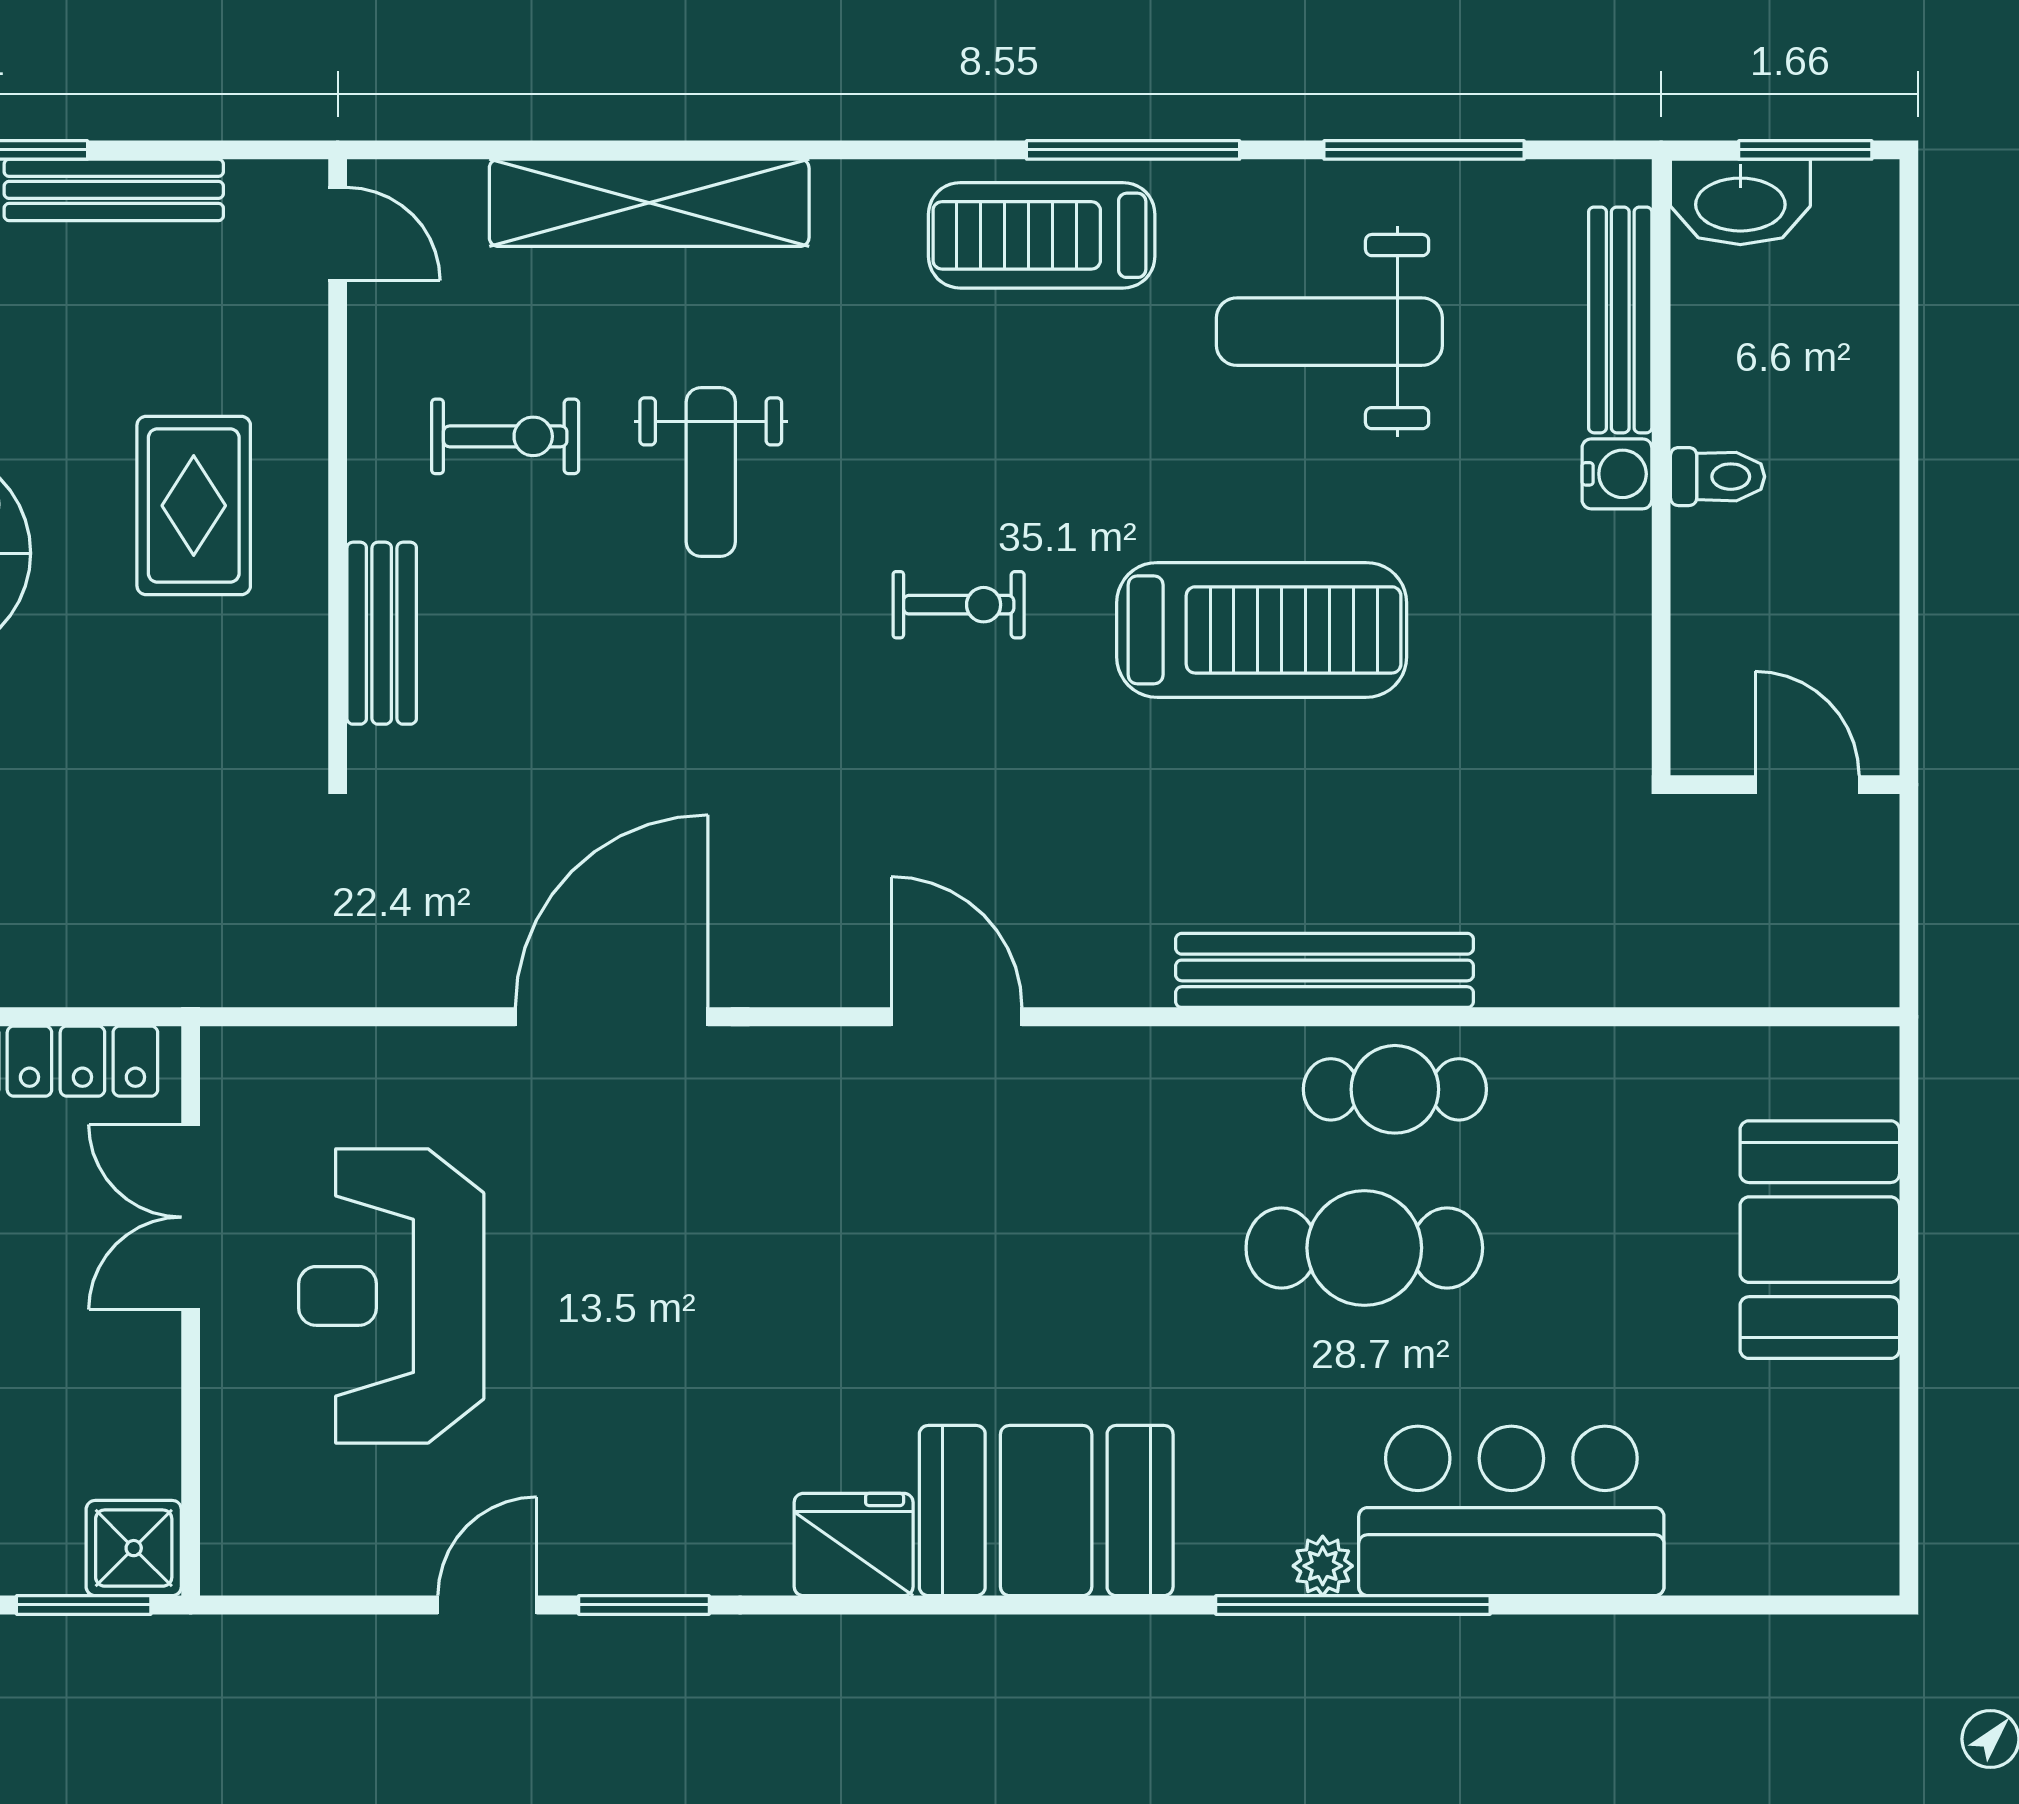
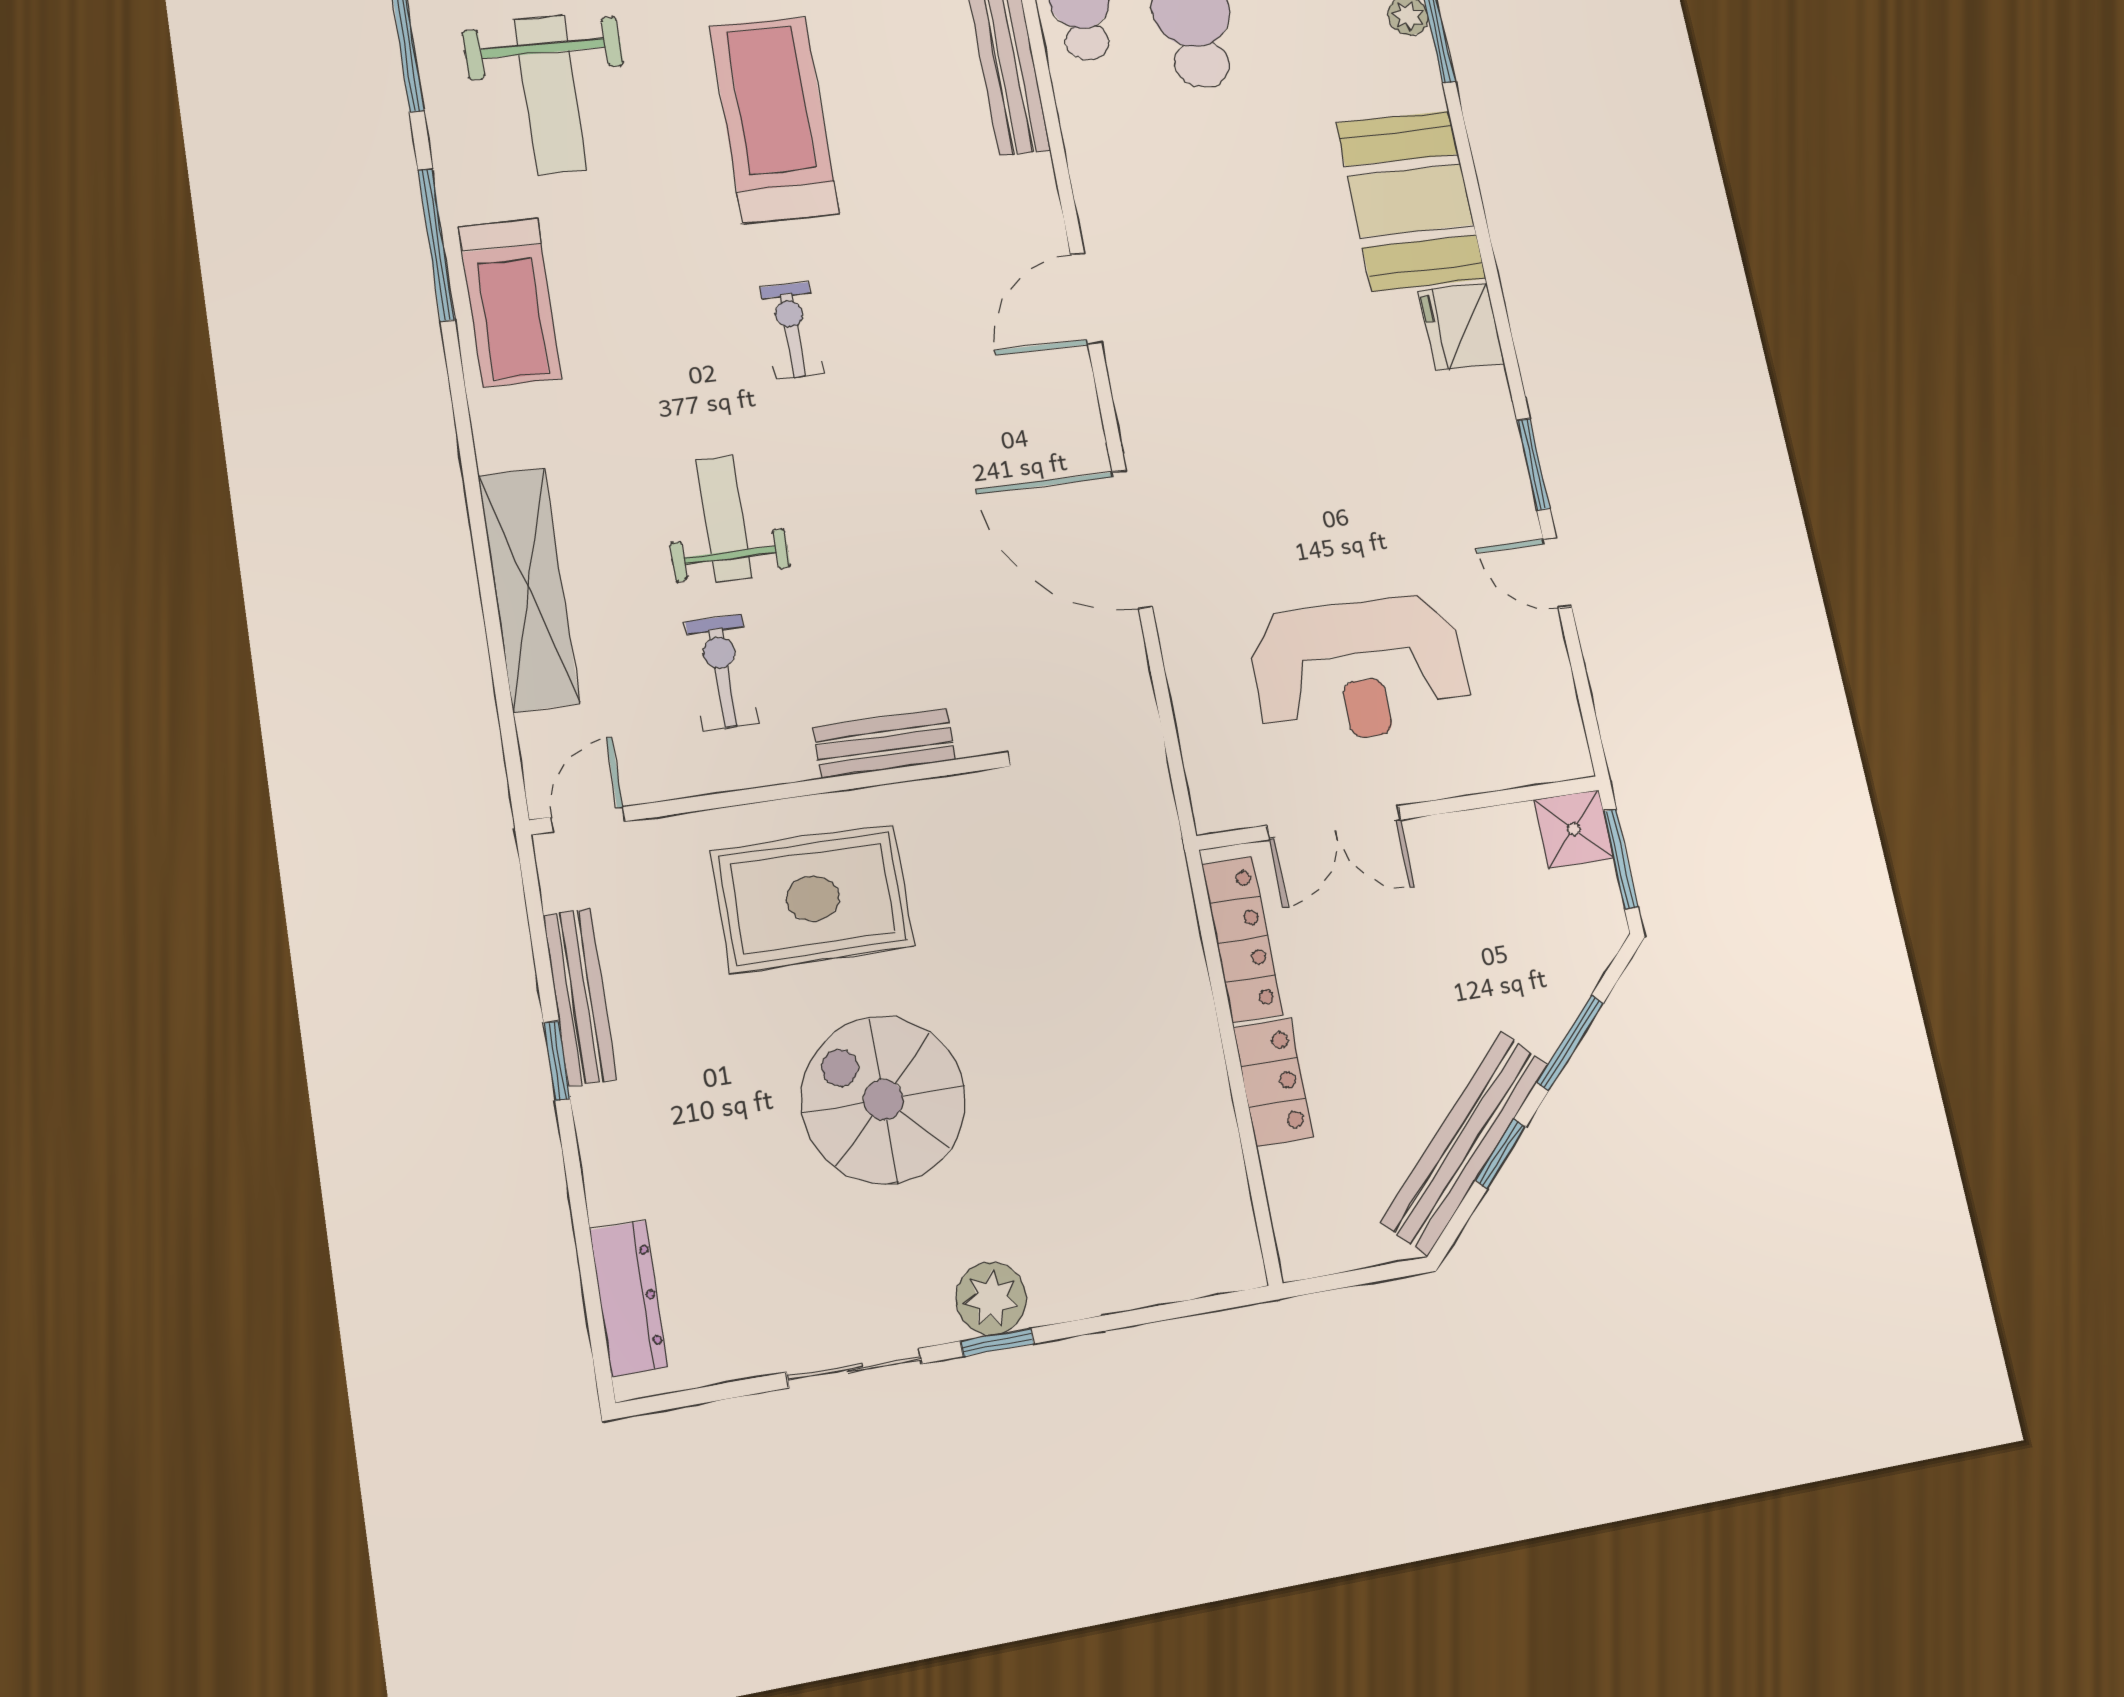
weight bench: (711, 472) -> (724, 519), turned -90
rug: (194, 506) -> (813, 898), width x1.36, depth x1.43

